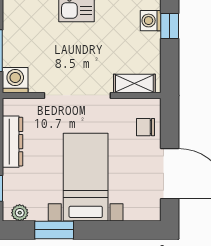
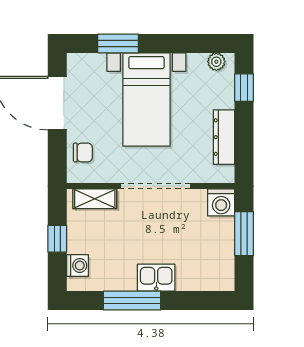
window: (170, 26) -> (57, 239), moved
window: (54, 230) -> (118, 43), moved

